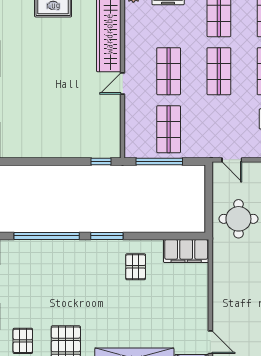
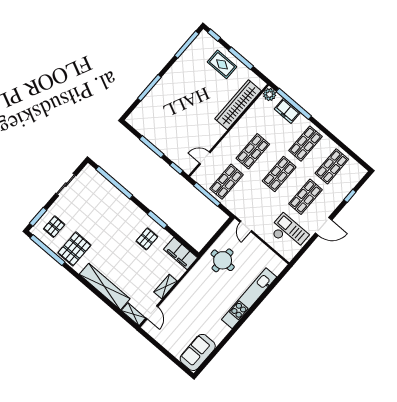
door: (123, 84) -> (205, 158), moved
window: (54, 162) -> (152, 147), added
window: (107, 236) -> (157, 220), moved
shelving: (201, 301) -> (166, 287), added

